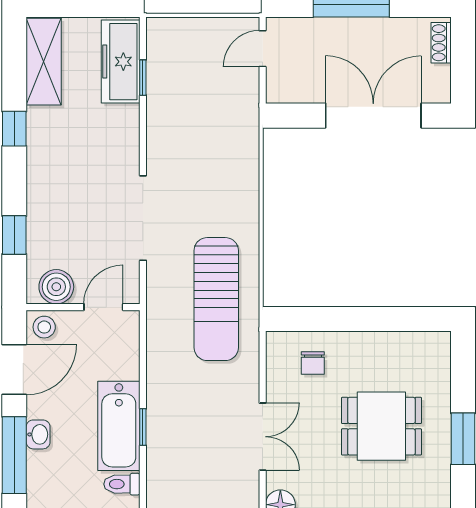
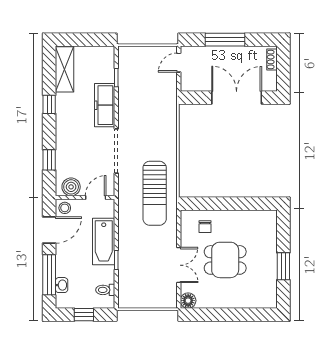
freezer: (121, 62) -> (105, 105), moved
bathtub: (119, 426) -> (104, 242), moved
dining table: (381, 426) -> (225, 260), moved
washbasin: (38, 434) -> (62, 285), moved

